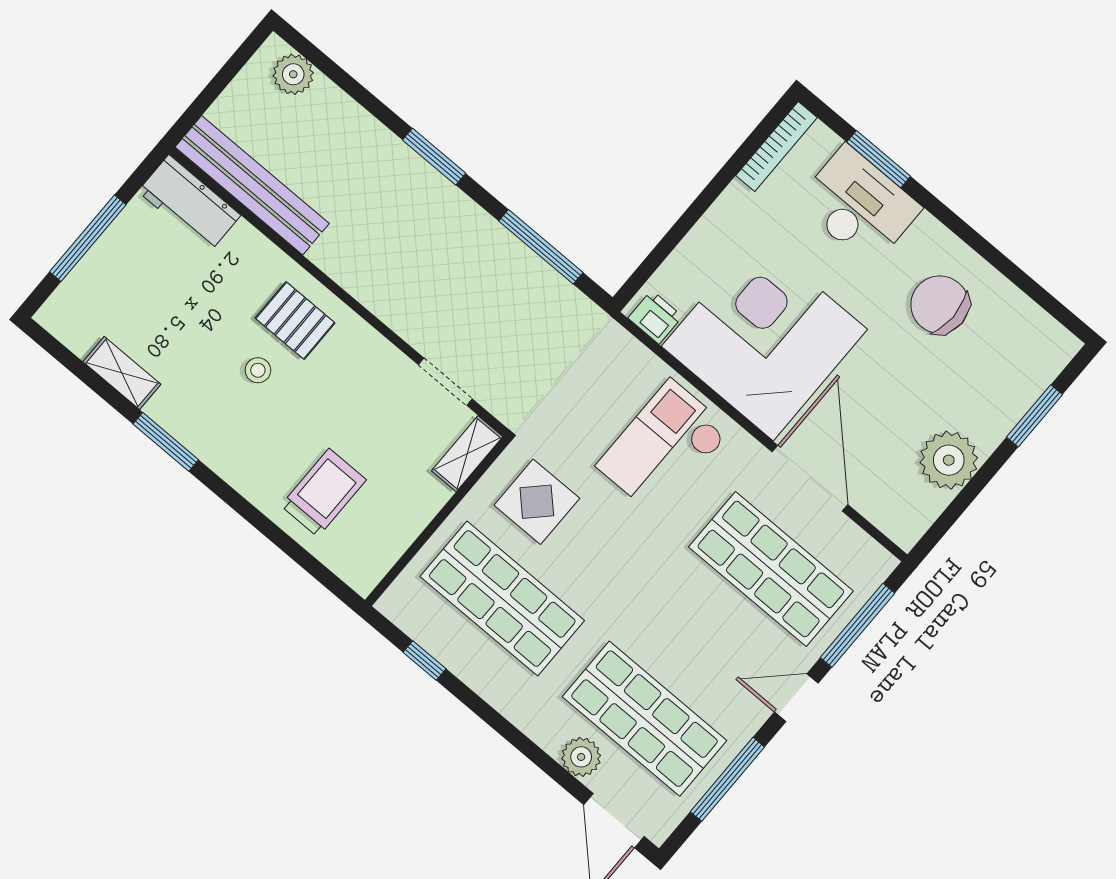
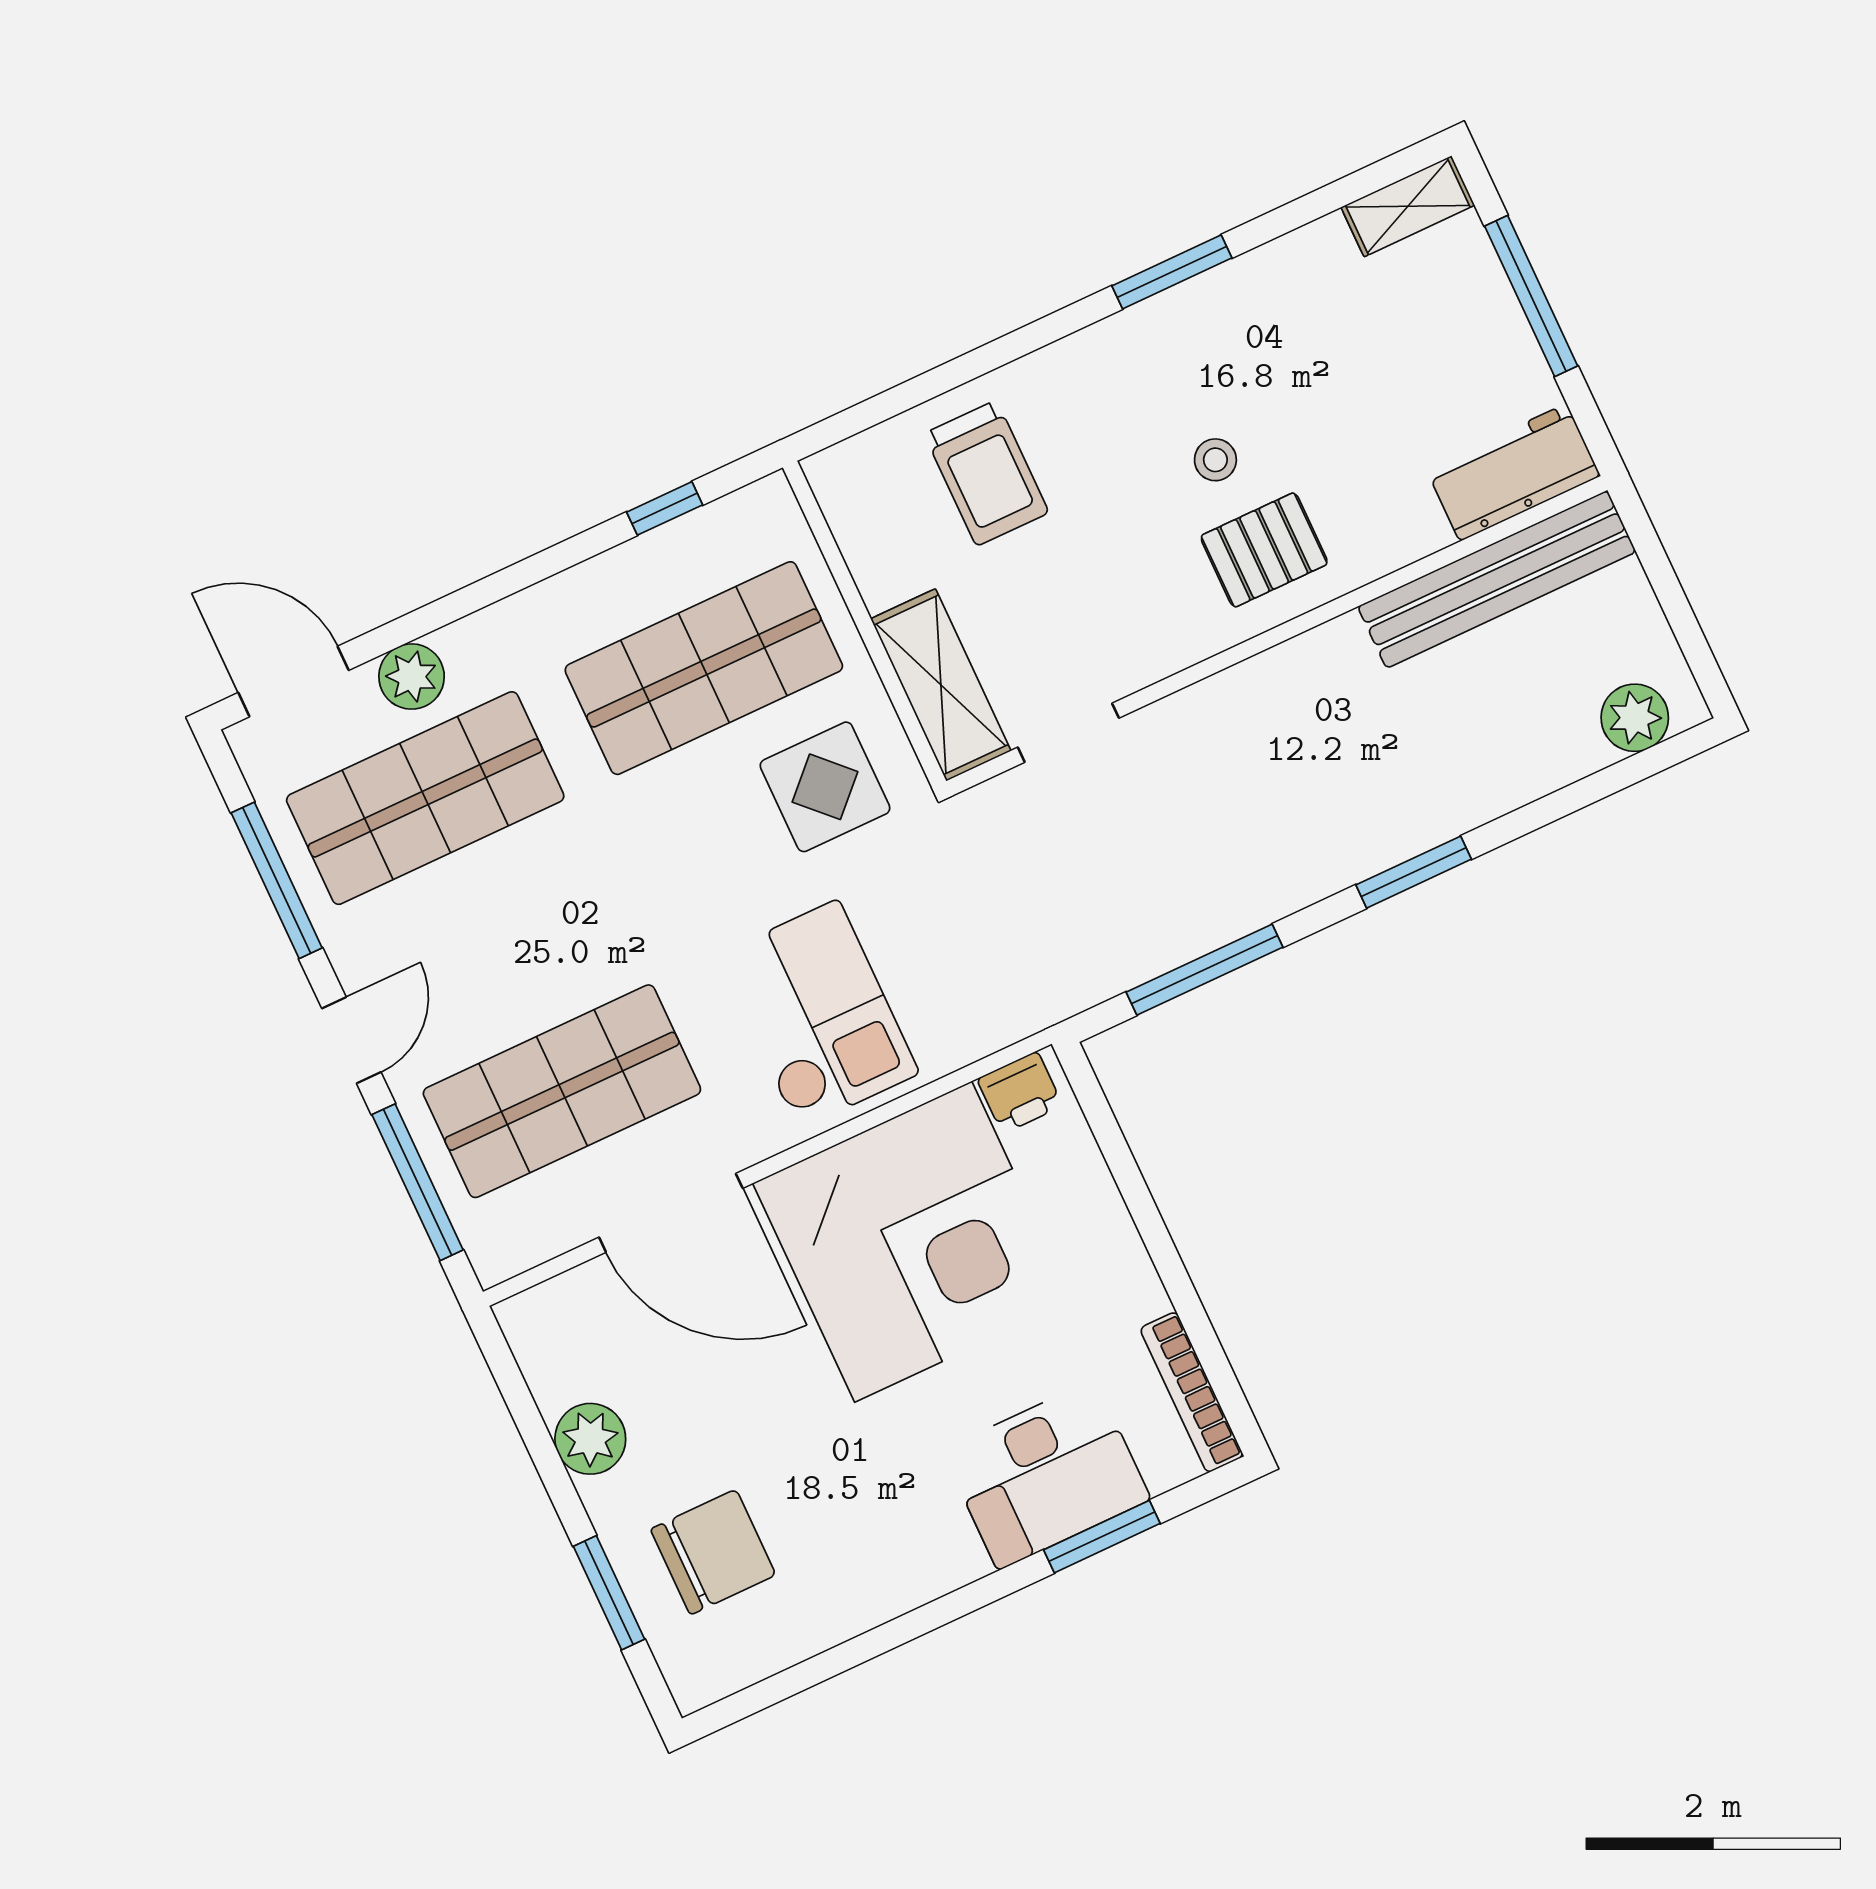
chair: (940, 305) -> (713, 1552), moved
shelving: (122, 373) -> (1408, 206), moved
shelving: (467, 454) -> (941, 685), width x1.50, depth x1.33
plant: (949, 460) -> (590, 1439), width x0.73, depth x0.73

